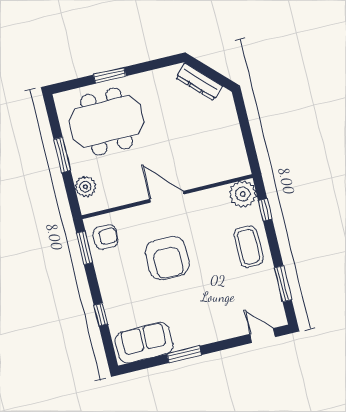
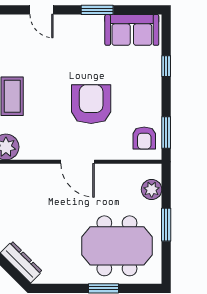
armchair: (105, 237) -> (144, 138), turned -90
door: (262, 335) -> (42, 10), moved

